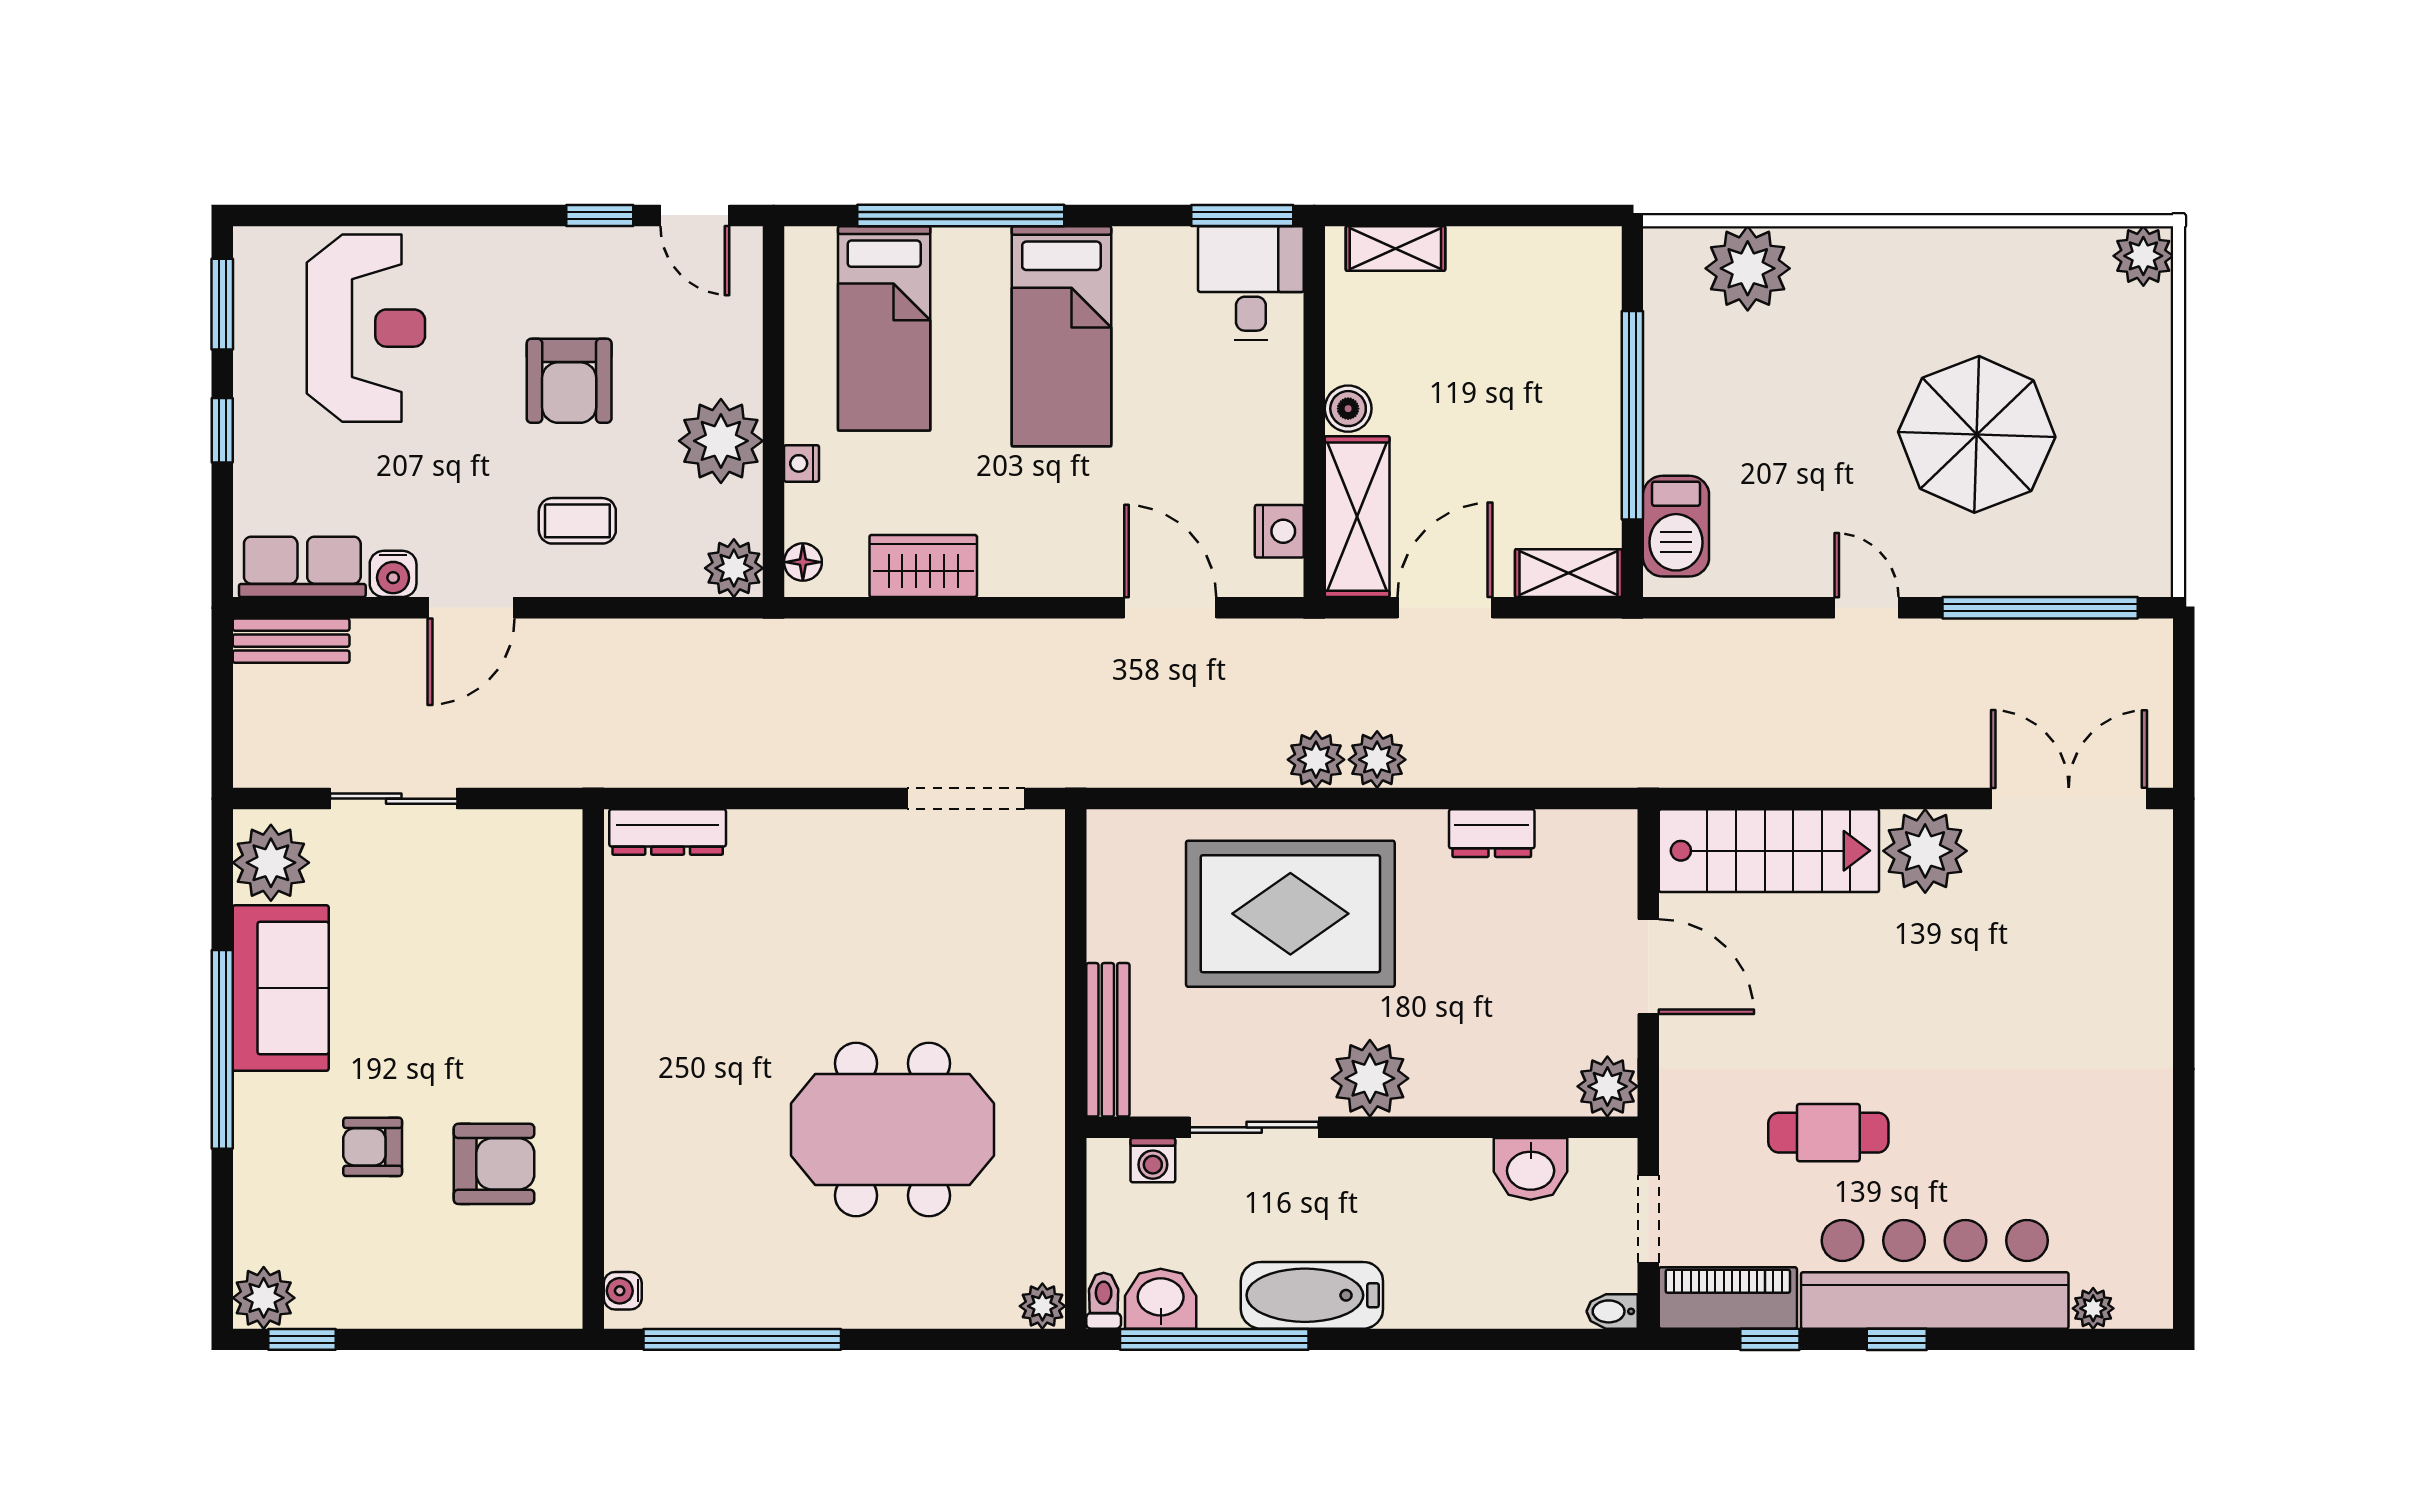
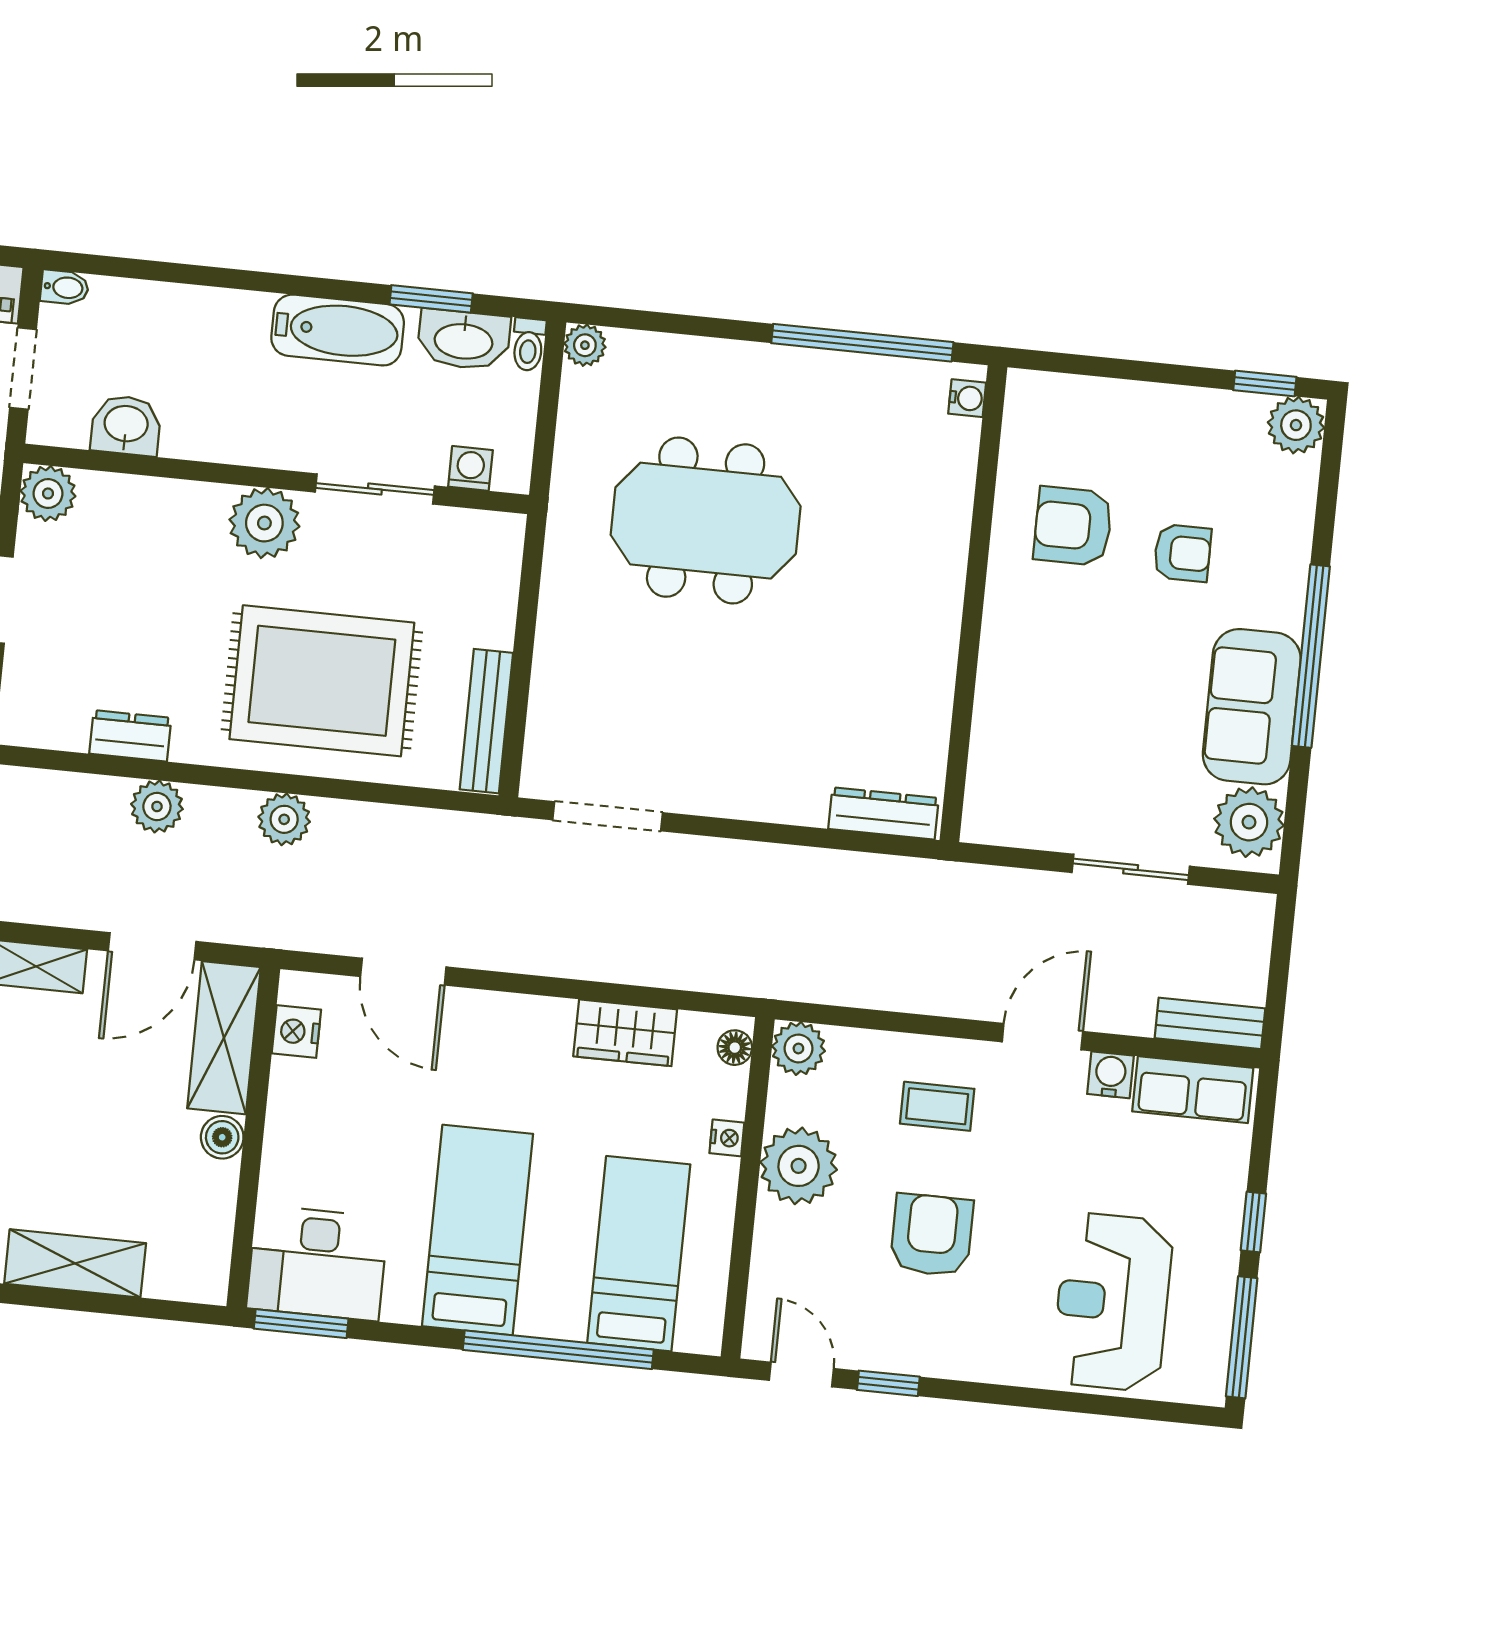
shelving: (1395, 248) -> (75, 1263), moved, width x1.50, depth x1.33
desk: (1251, 283) -> (317, 1263), width x1.37
window: (222, 304) -> (1242, 1337), width x1.44
plant: (1377, 760) -> (157, 807), moved
bench: (1108, 1040) -> (486, 721), moved
washbasin: (1161, 1299) -> (464, 340), width x1.38
window: (1214, 1339) -> (431, 299), width x0.47

